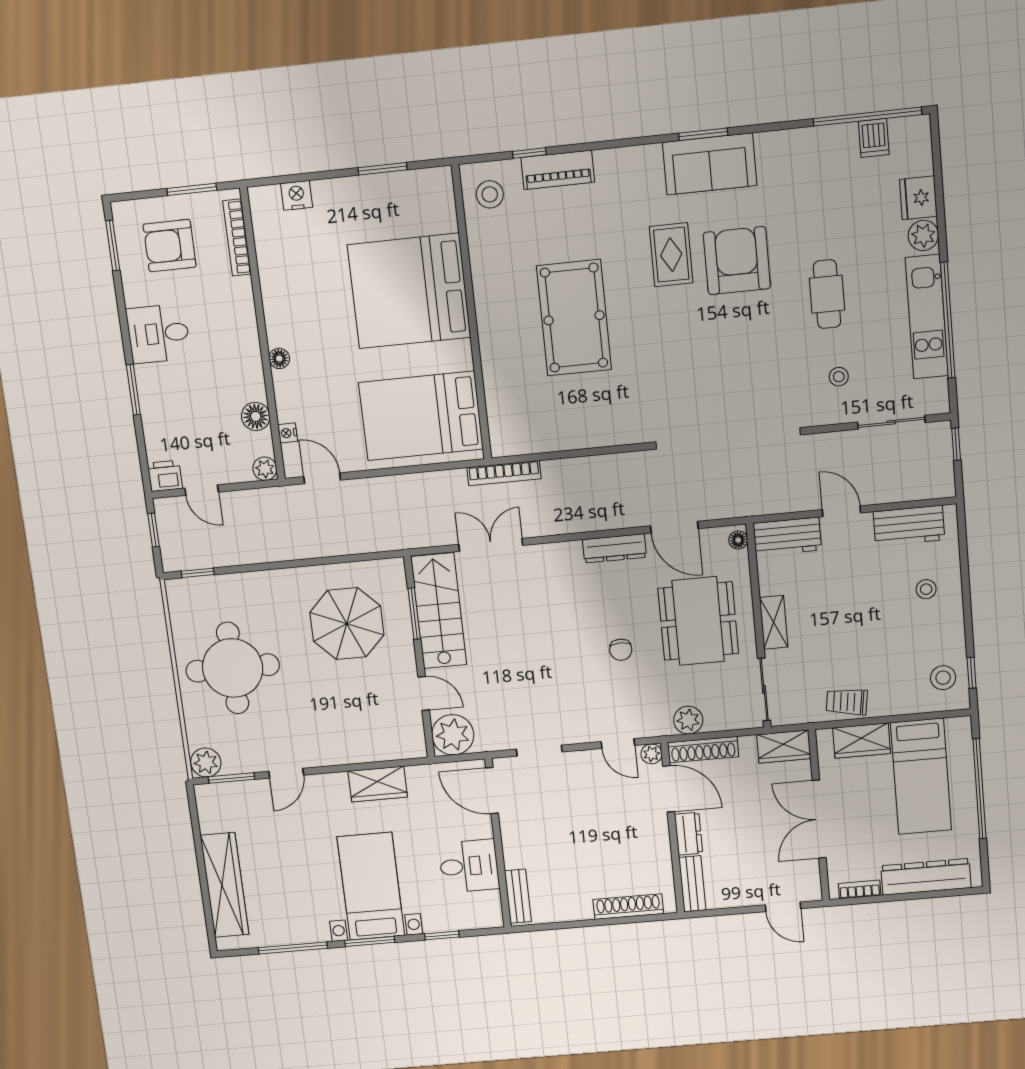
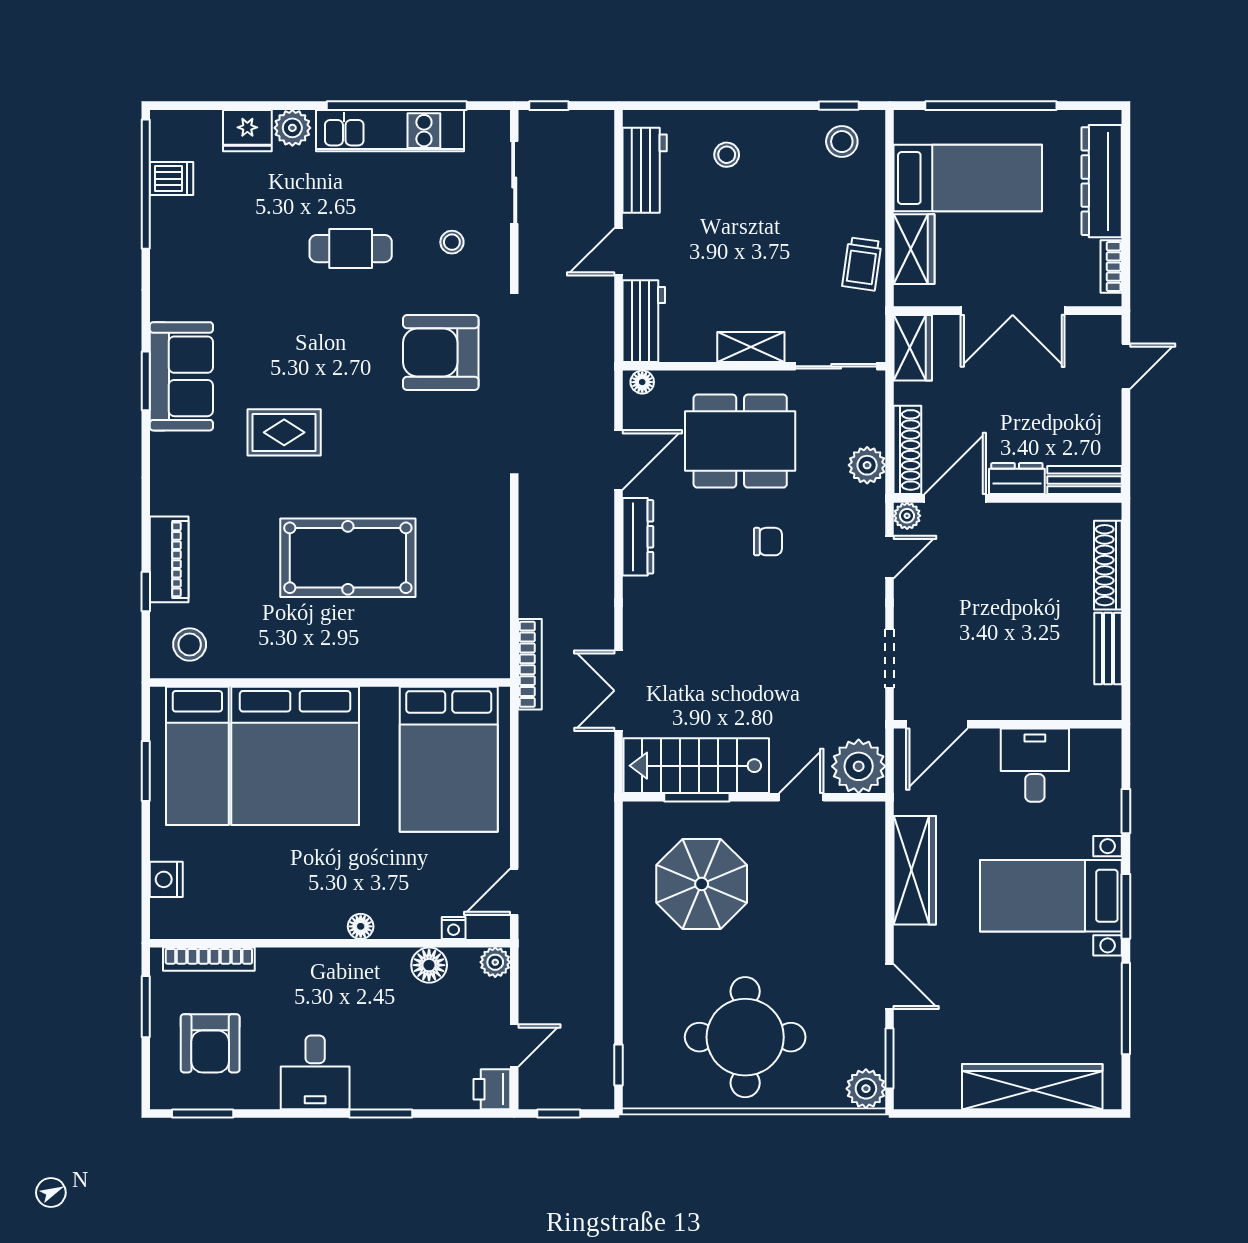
bed: (400, 211) -> (197, 756), added
armchair: (737, 261) -> (441, 353), moved
wardrobe: (378, 784) -> (915, 870), width x1.50
bench: (518, 896) -> (1108, 648), moved, turned 90

